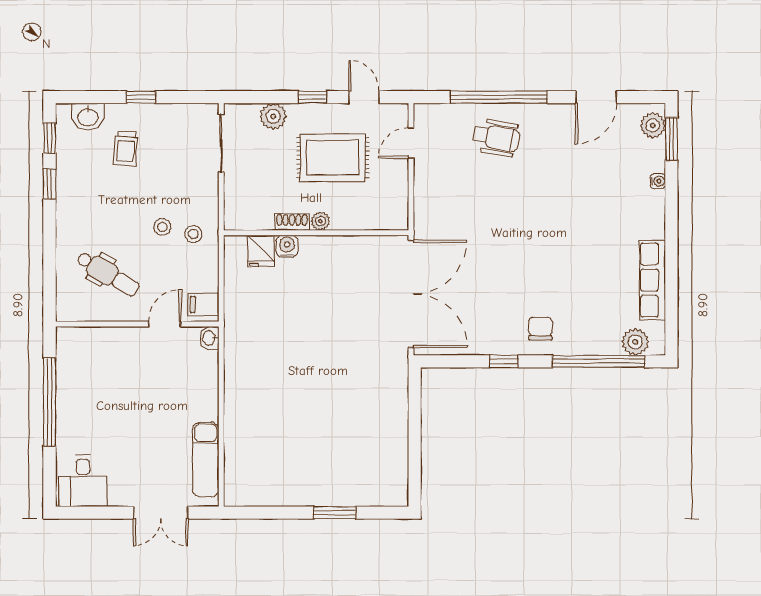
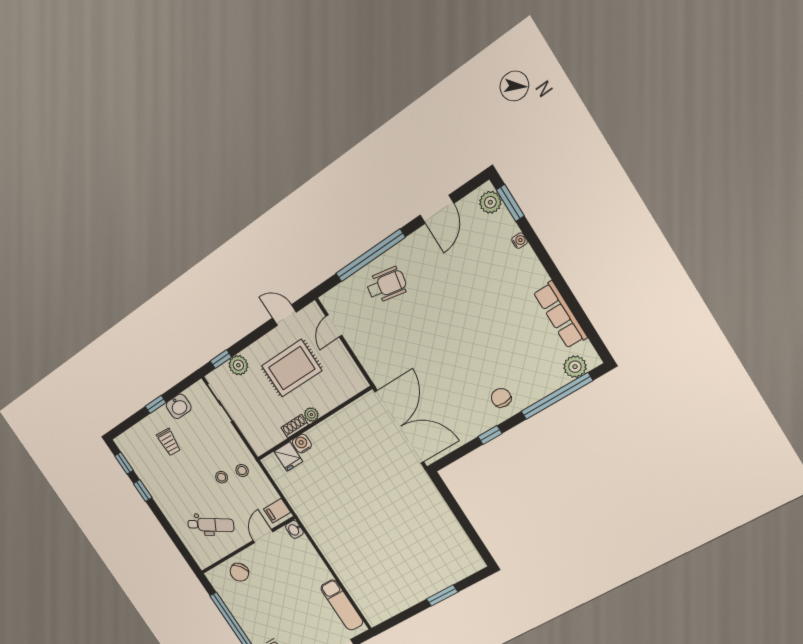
window: (312, 97) -> (221, 359), moved
washbasin: (88, 117) -> (179, 406), moved
chair: (103, 350) -> (239, 572), added

